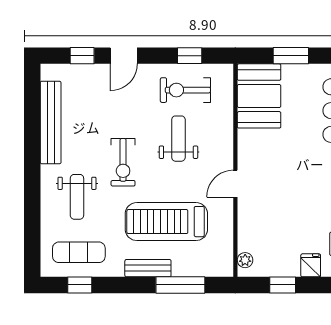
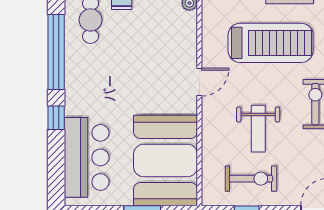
booth: (259, 96) -> (166, 160), width x1.36, depth x1.42

